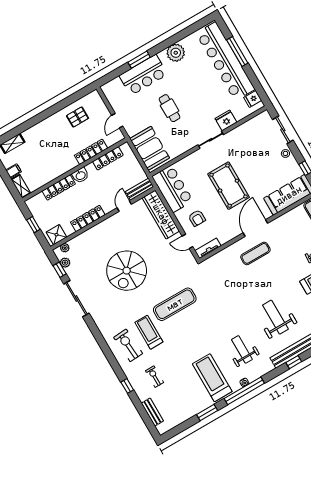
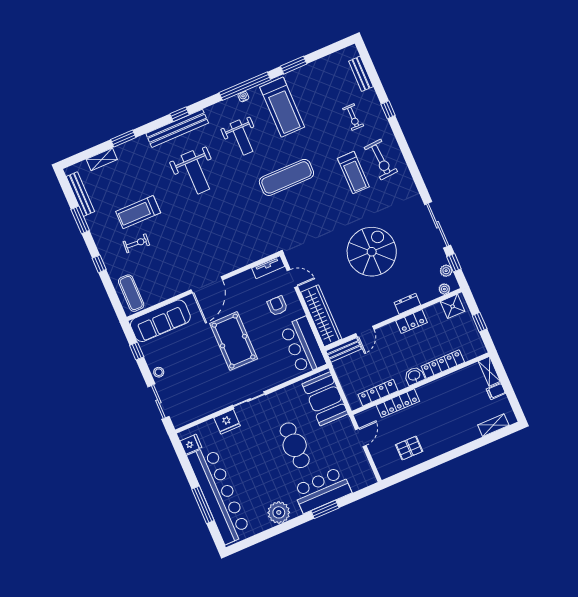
cafe table: (170, 108) -> (295, 445), width x1.37, depth x1.35
locker: (88, 219) -> (412, 322), width x0.66
dresser: (93, 232) -> (407, 304), added
exercise mat: (255, 253) -> (211, 254), removed
exercise mat: (175, 304) -> (286, 177), moved

